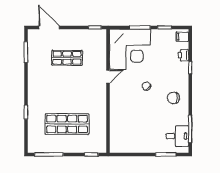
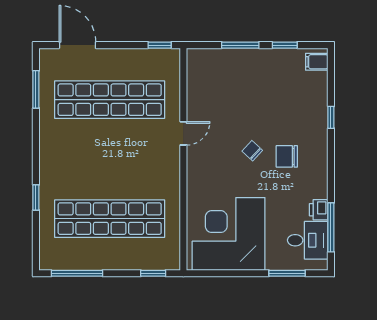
corner desk: (130, 49) -> (229, 234), moved, turned 180
printer: (183, 55) -> (319, 210), moved
shop shelf: (67, 58) -> (110, 100), width x2.00, depth x1.36
chair: (173, 98) -> (287, 156), moved
shop shelf: (67, 124) -> (110, 219), width x1.40

